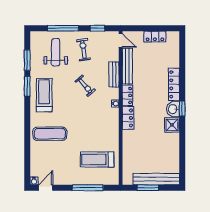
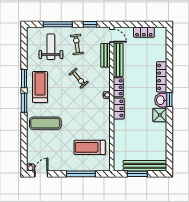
window: (27, 60) -> (24, 103), moved
bench: (114, 75) -> (106, 55), moved

